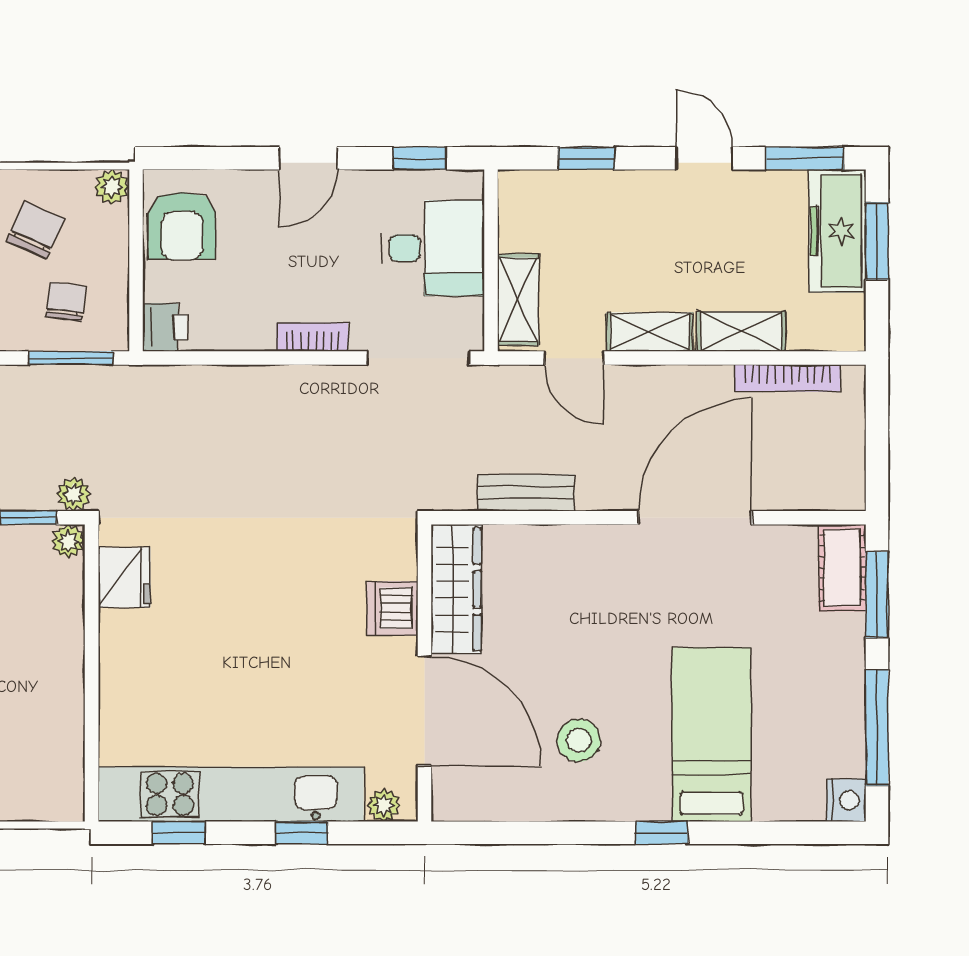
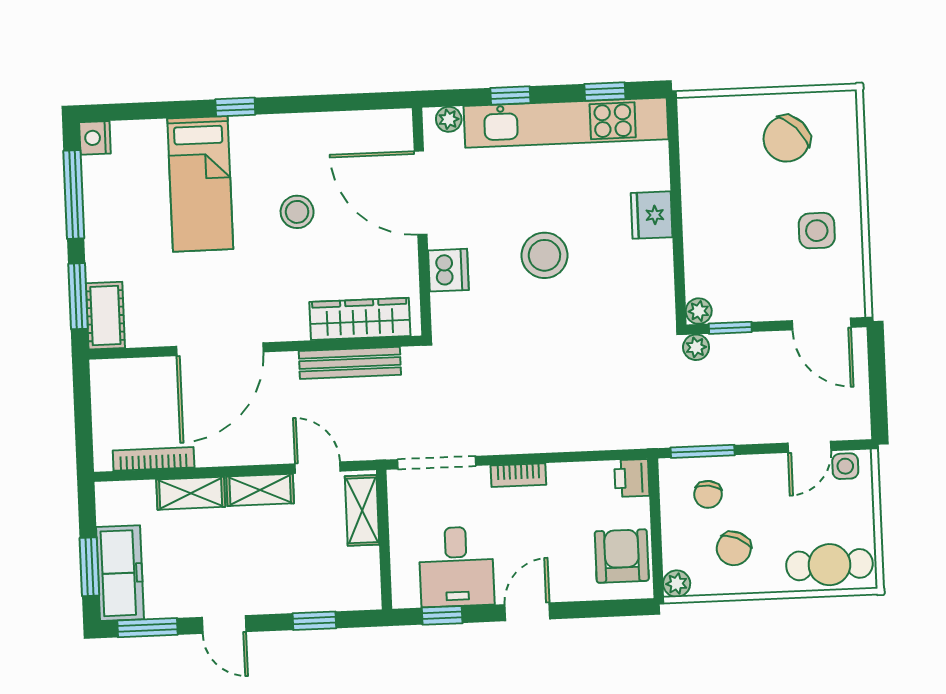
desk: (433, 248) -> (456, 567), moved, turned -90
bench: (526, 493) -> (350, 363), width x1.36
fridge: (124, 577) -> (652, 215), moved
wardrobe: (456, 589) -> (360, 319), moved, turned 90
stool: (266, 622) -> (544, 255), added
stool: (579, 740) -> (297, 212), moved

